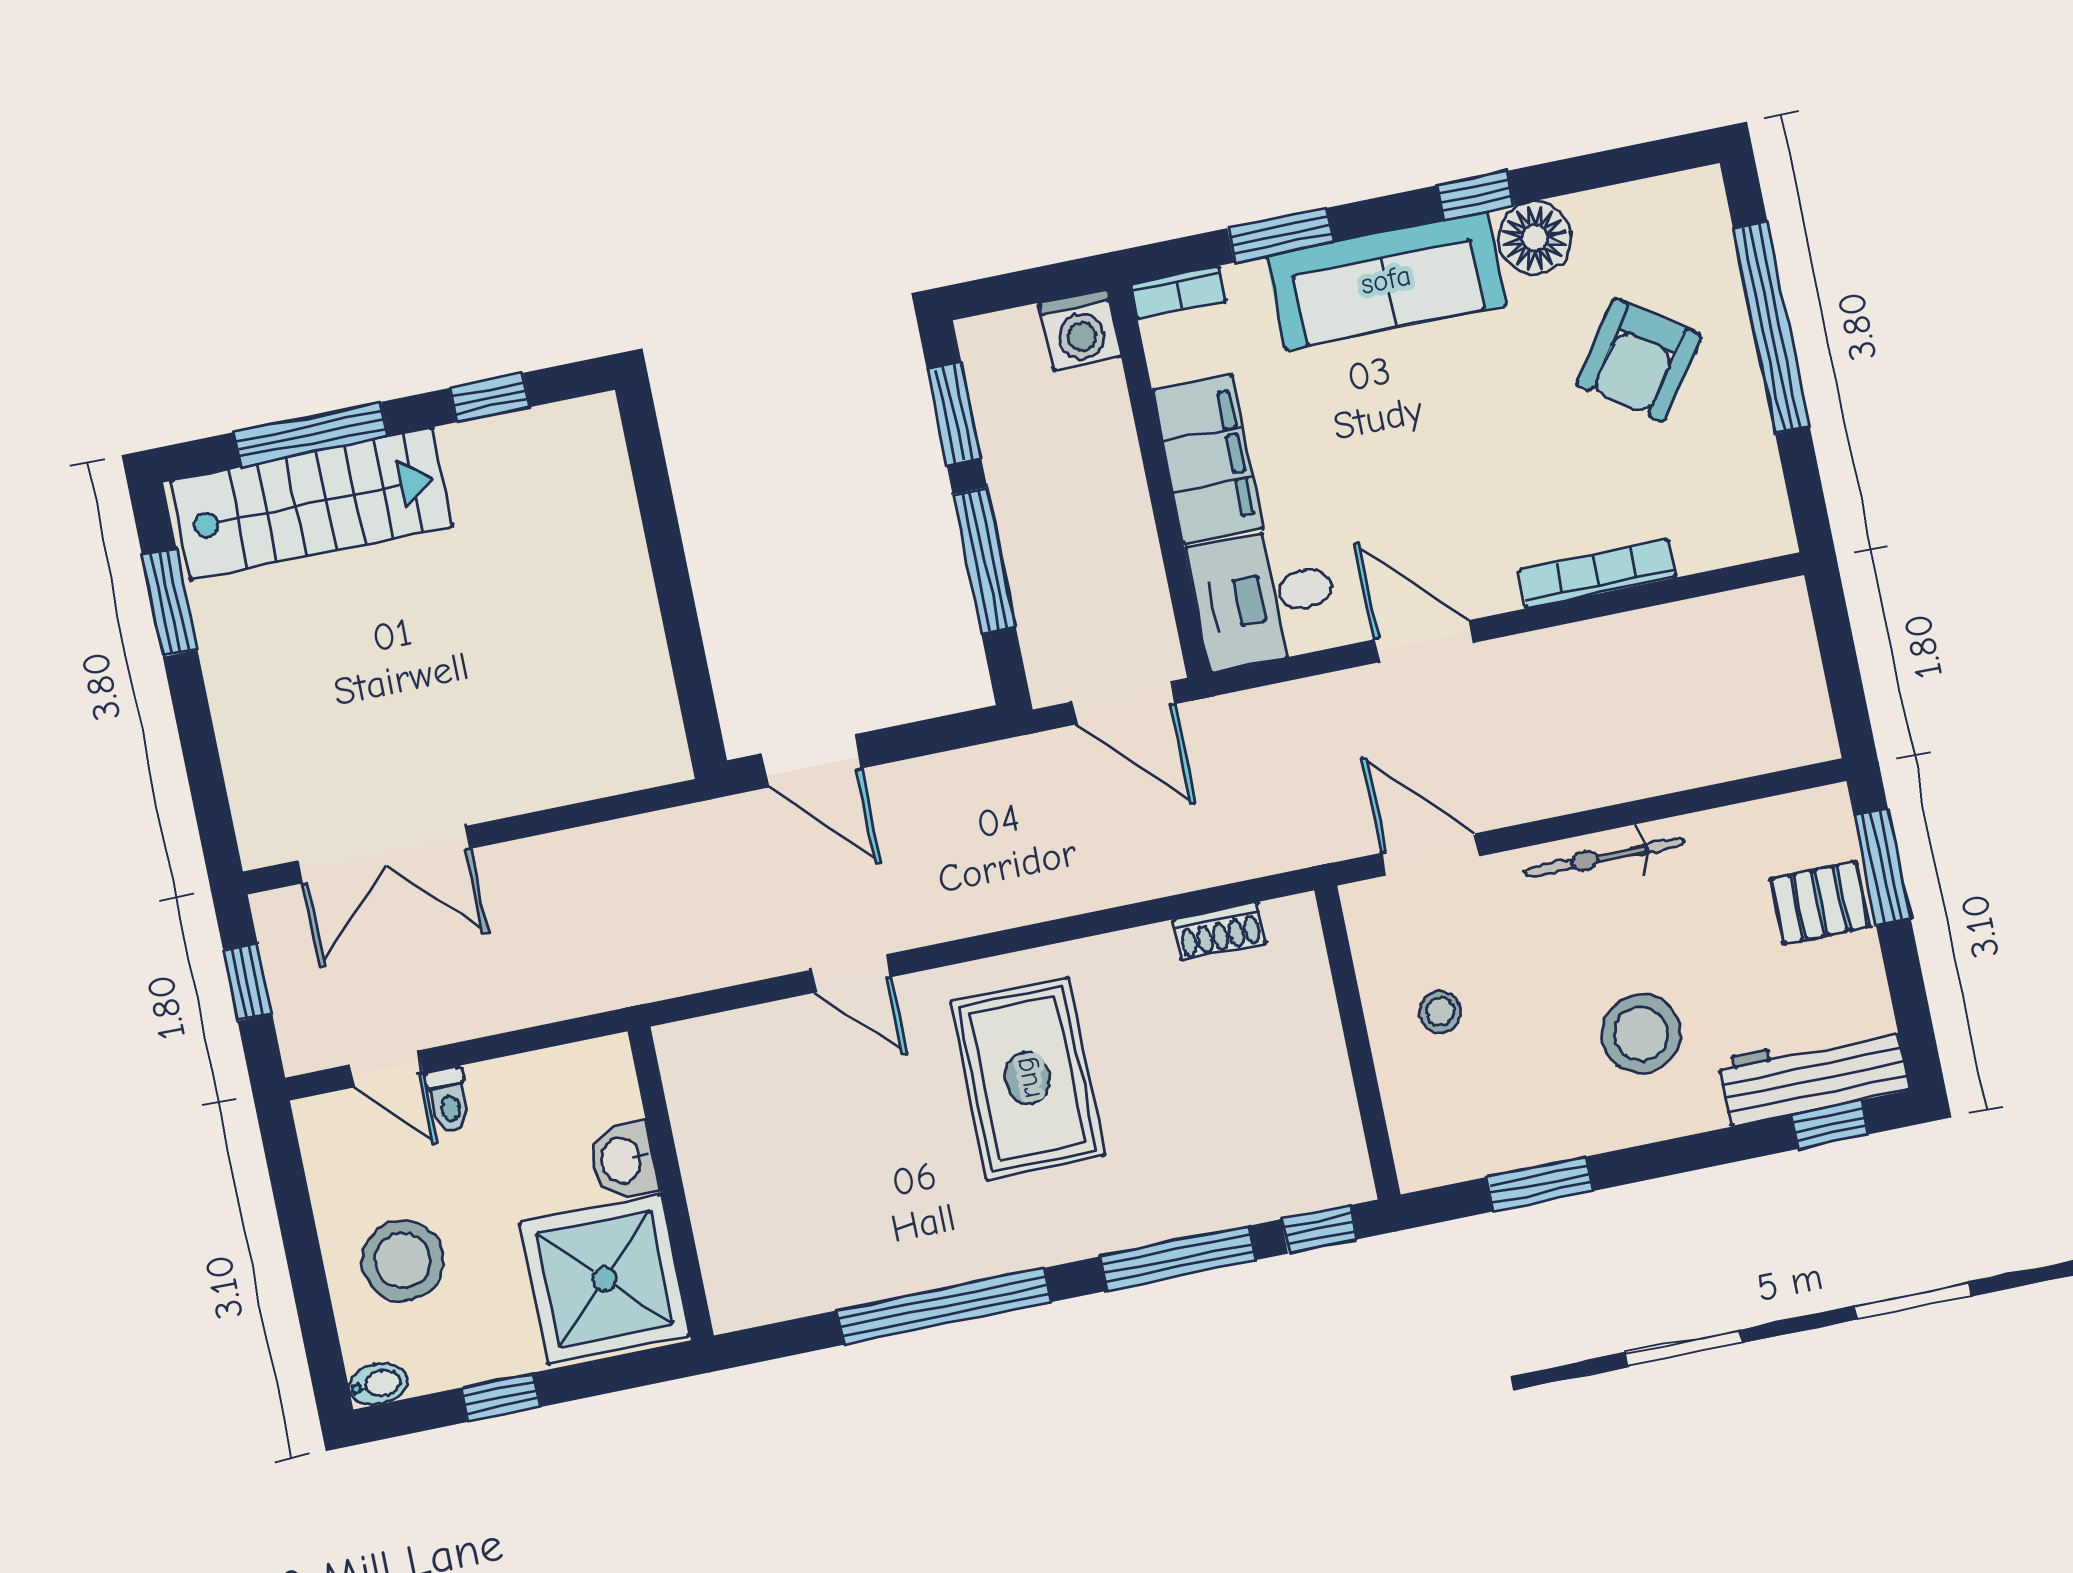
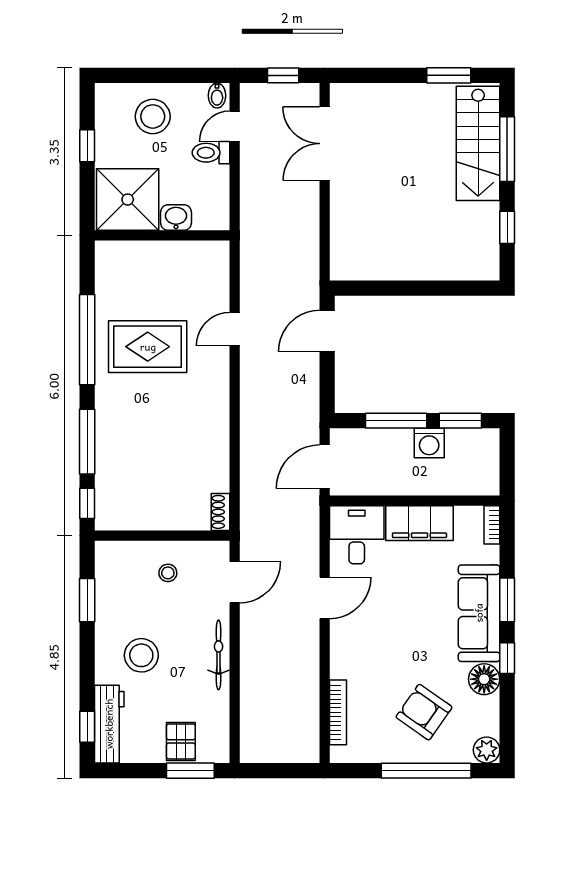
plant: (1696, 199) -> (487, 750), added
window: (1281, 235) -> (507, 600), moved
washing machine: (1080, 330) -> (429, 443), moved, turned -90
bookcase: (1597, 574) -> (338, 712), moved
shoe rack: (1220, 931) -> (221, 512), moved
rug: (1027, 1078) -> (148, 347), moved
toilet: (449, 1100) -> (211, 153), width x1.37, depth x1.39
bidet: (378, 1384) -> (217, 96), moved

